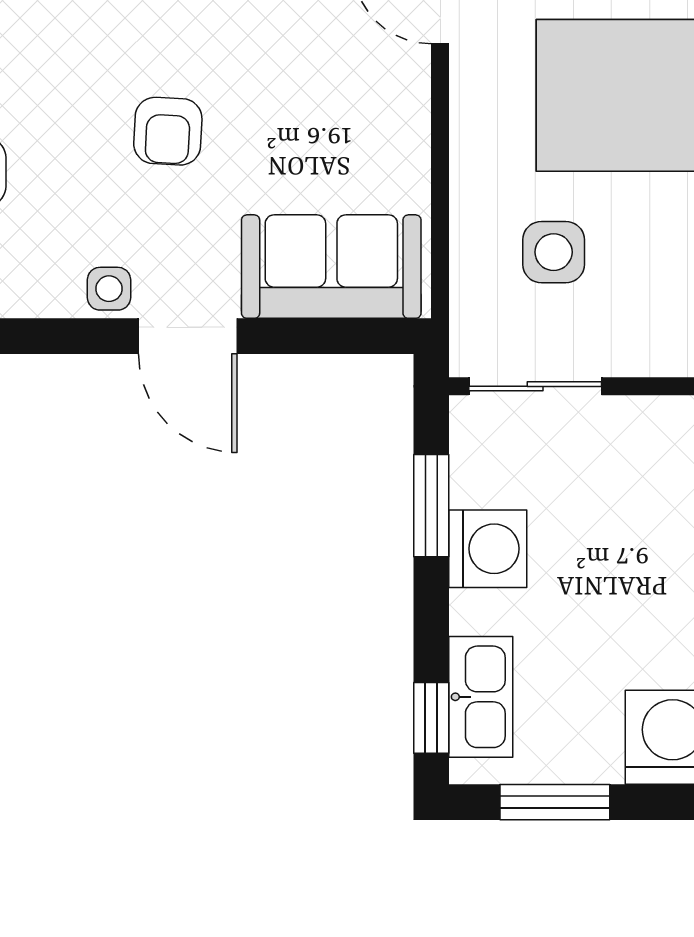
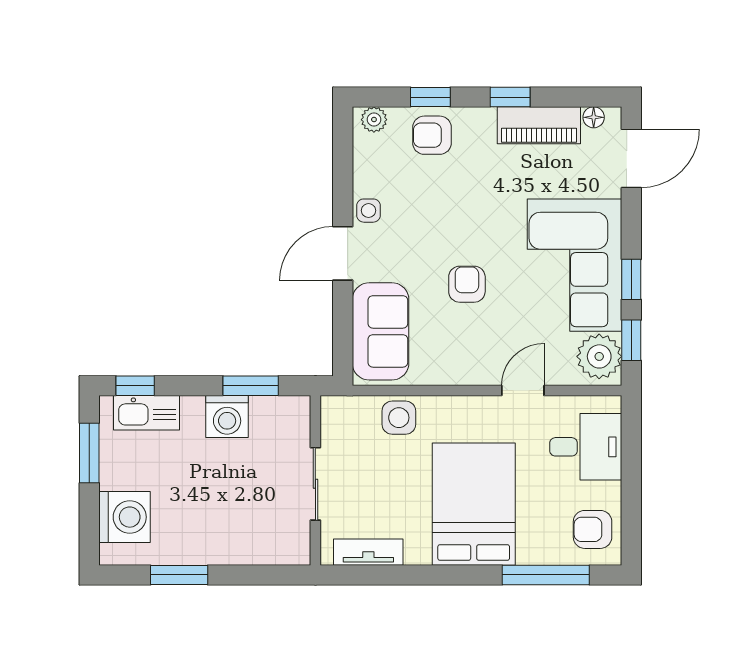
armchair: (168, 131) -> (467, 284), moved, turned 87
side table: (554, 252) -> (399, 418), moved
sliding door: (535, 386) -> (315, 484), moved

